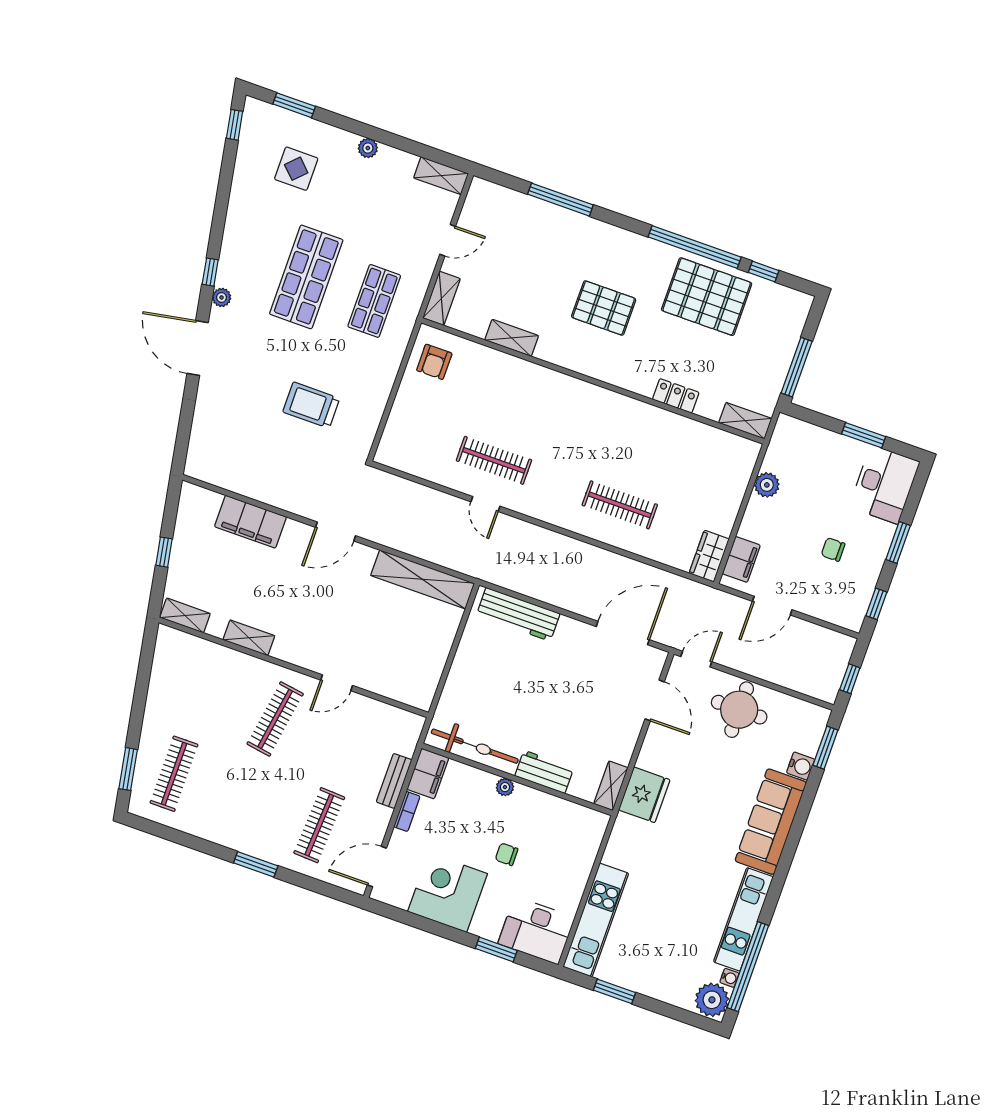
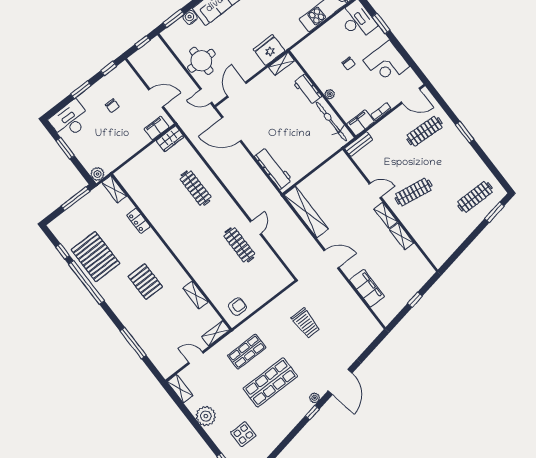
plant: (368, 148) -> (206, 416), width x1.87, depth x1.87
plant: (767, 485) -> (97, 174), moved
shelving: (185, 615) -> (386, 215), moved
bench: (394, 781) -> (359, 144), moved

